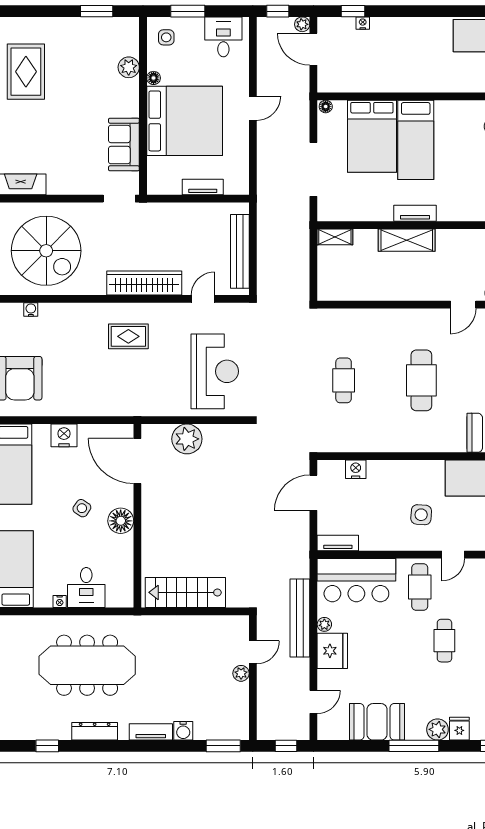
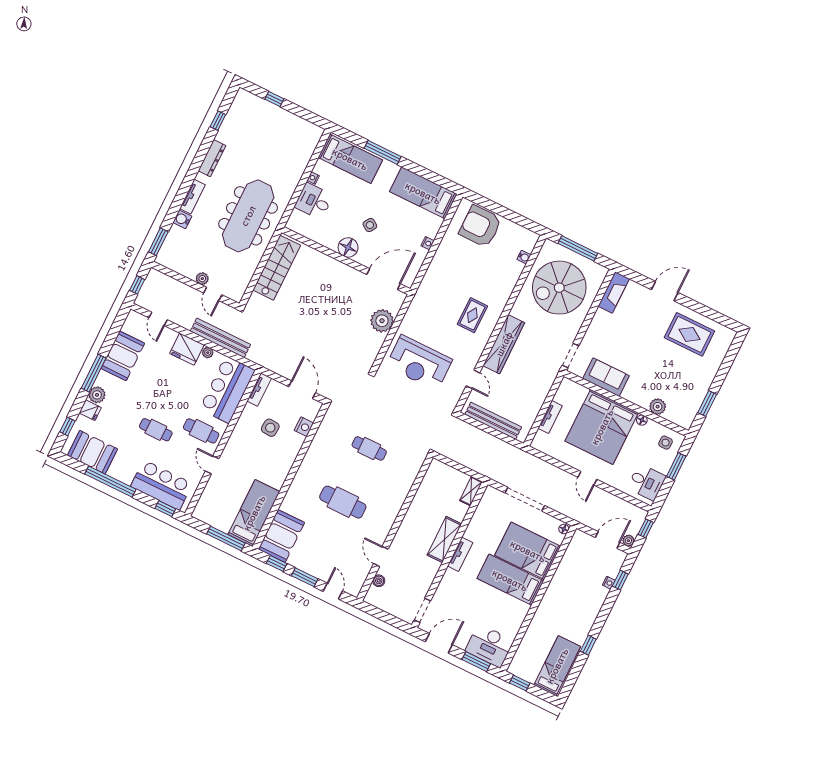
window: (447, 11) -> (588, 645), added
nightstand: (64, 435) -> (428, 243), width x0.53, depth x0.56
side table: (421, 515) -> (270, 428), moved
meeting table: (87, 665) -> (248, 216), moved

